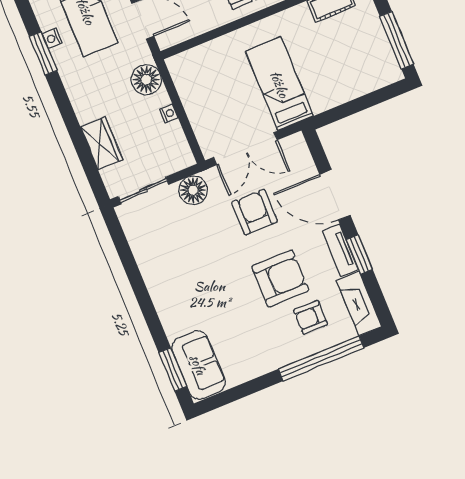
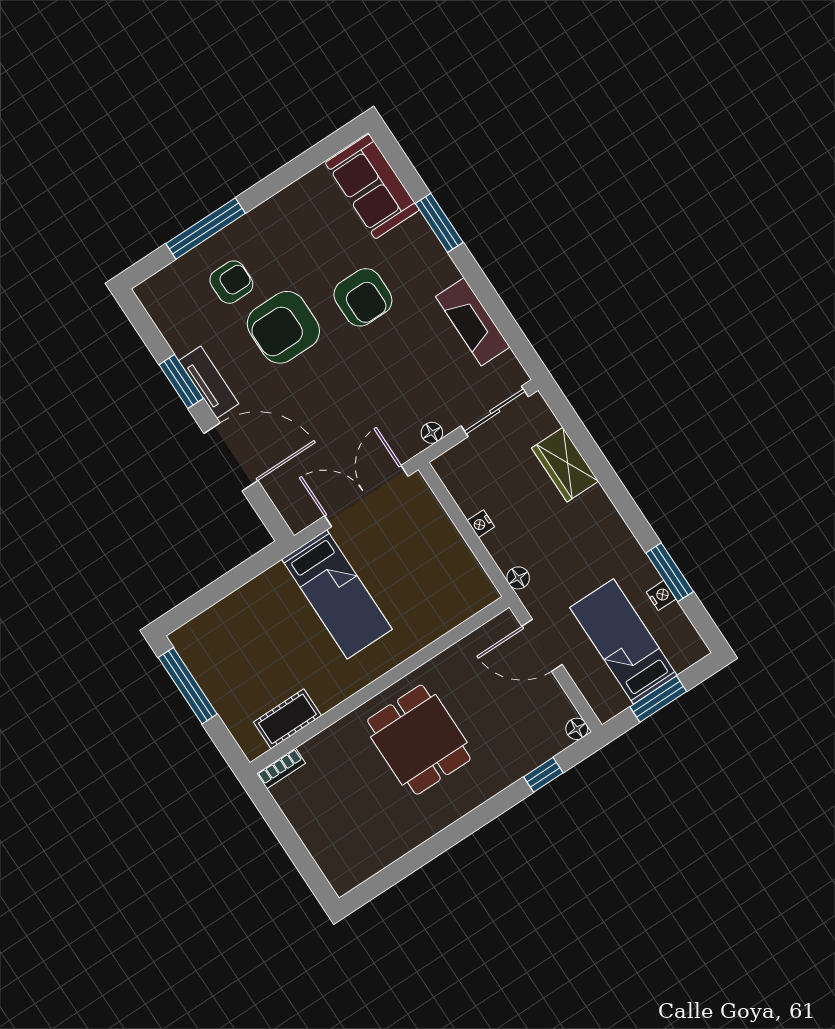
floor lamp: (146, 80) -> (518, 578), width x0.53, depth x0.53
floor lamp: (193, 190) -> (432, 433), width x0.53, depth x0.53
armchair: (255, 212) -> (363, 297), moved
fireplace: (359, 303) -> (473, 322), moved, turned 180
window: (321, 358) -> (206, 228), width x0.68
window: (173, 369) -> (439, 223), moved

